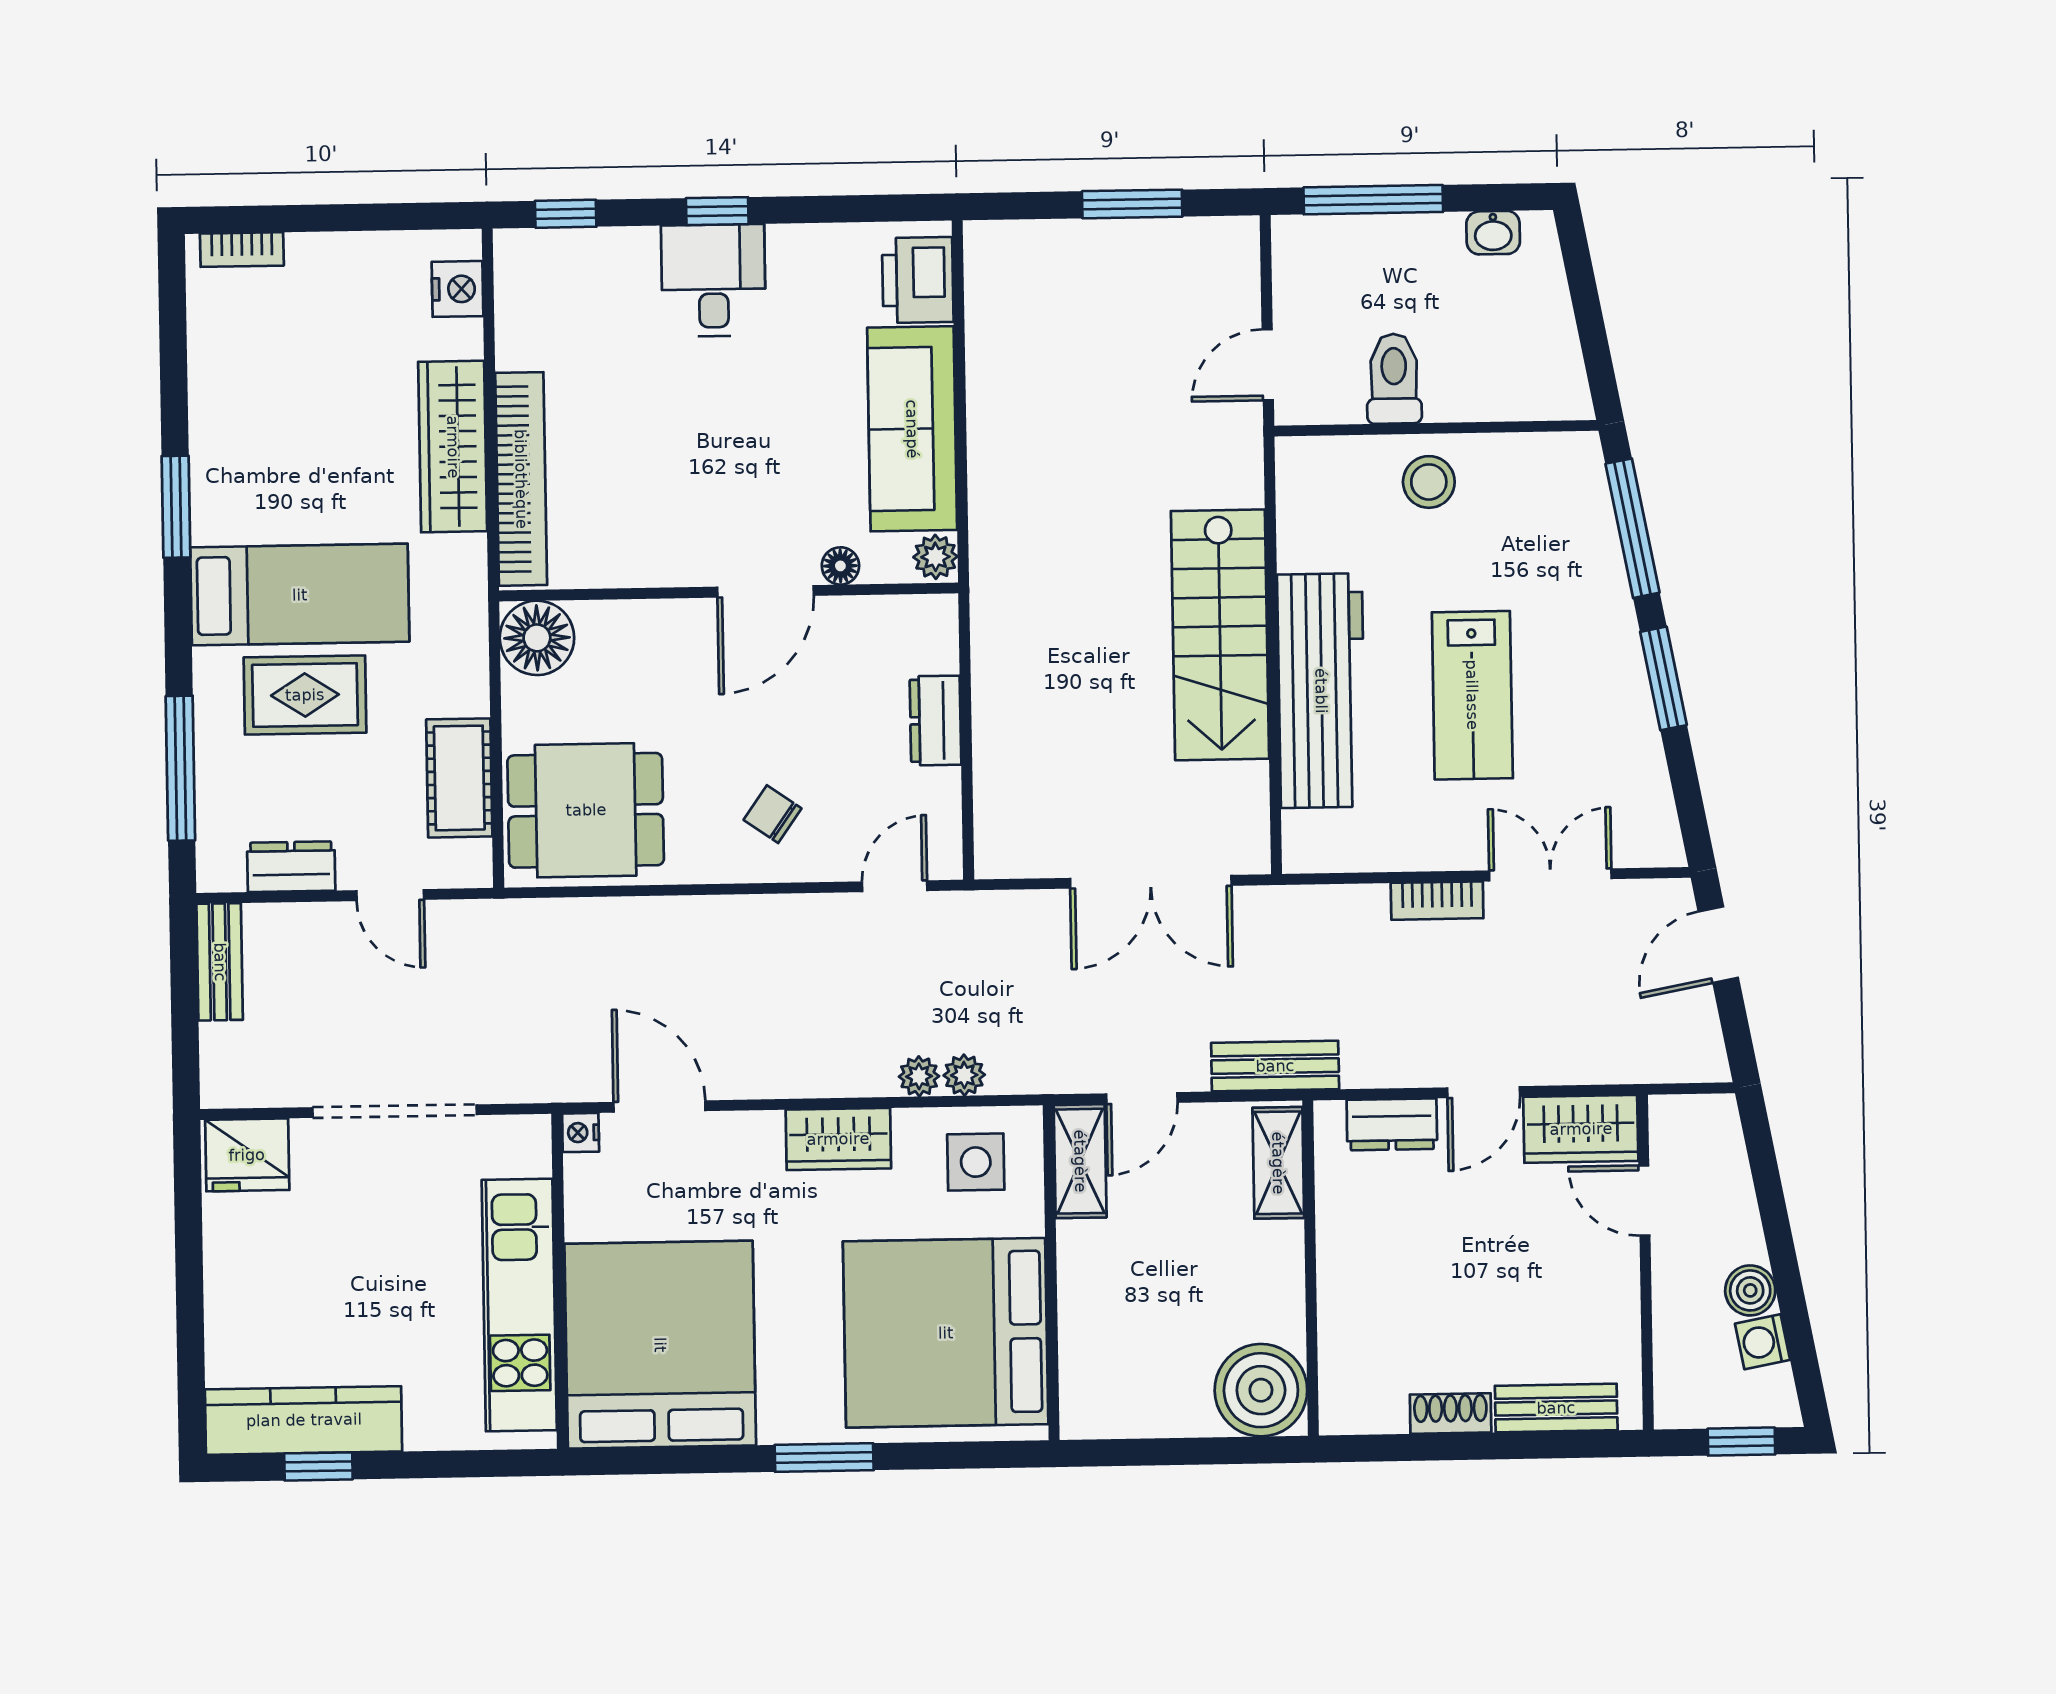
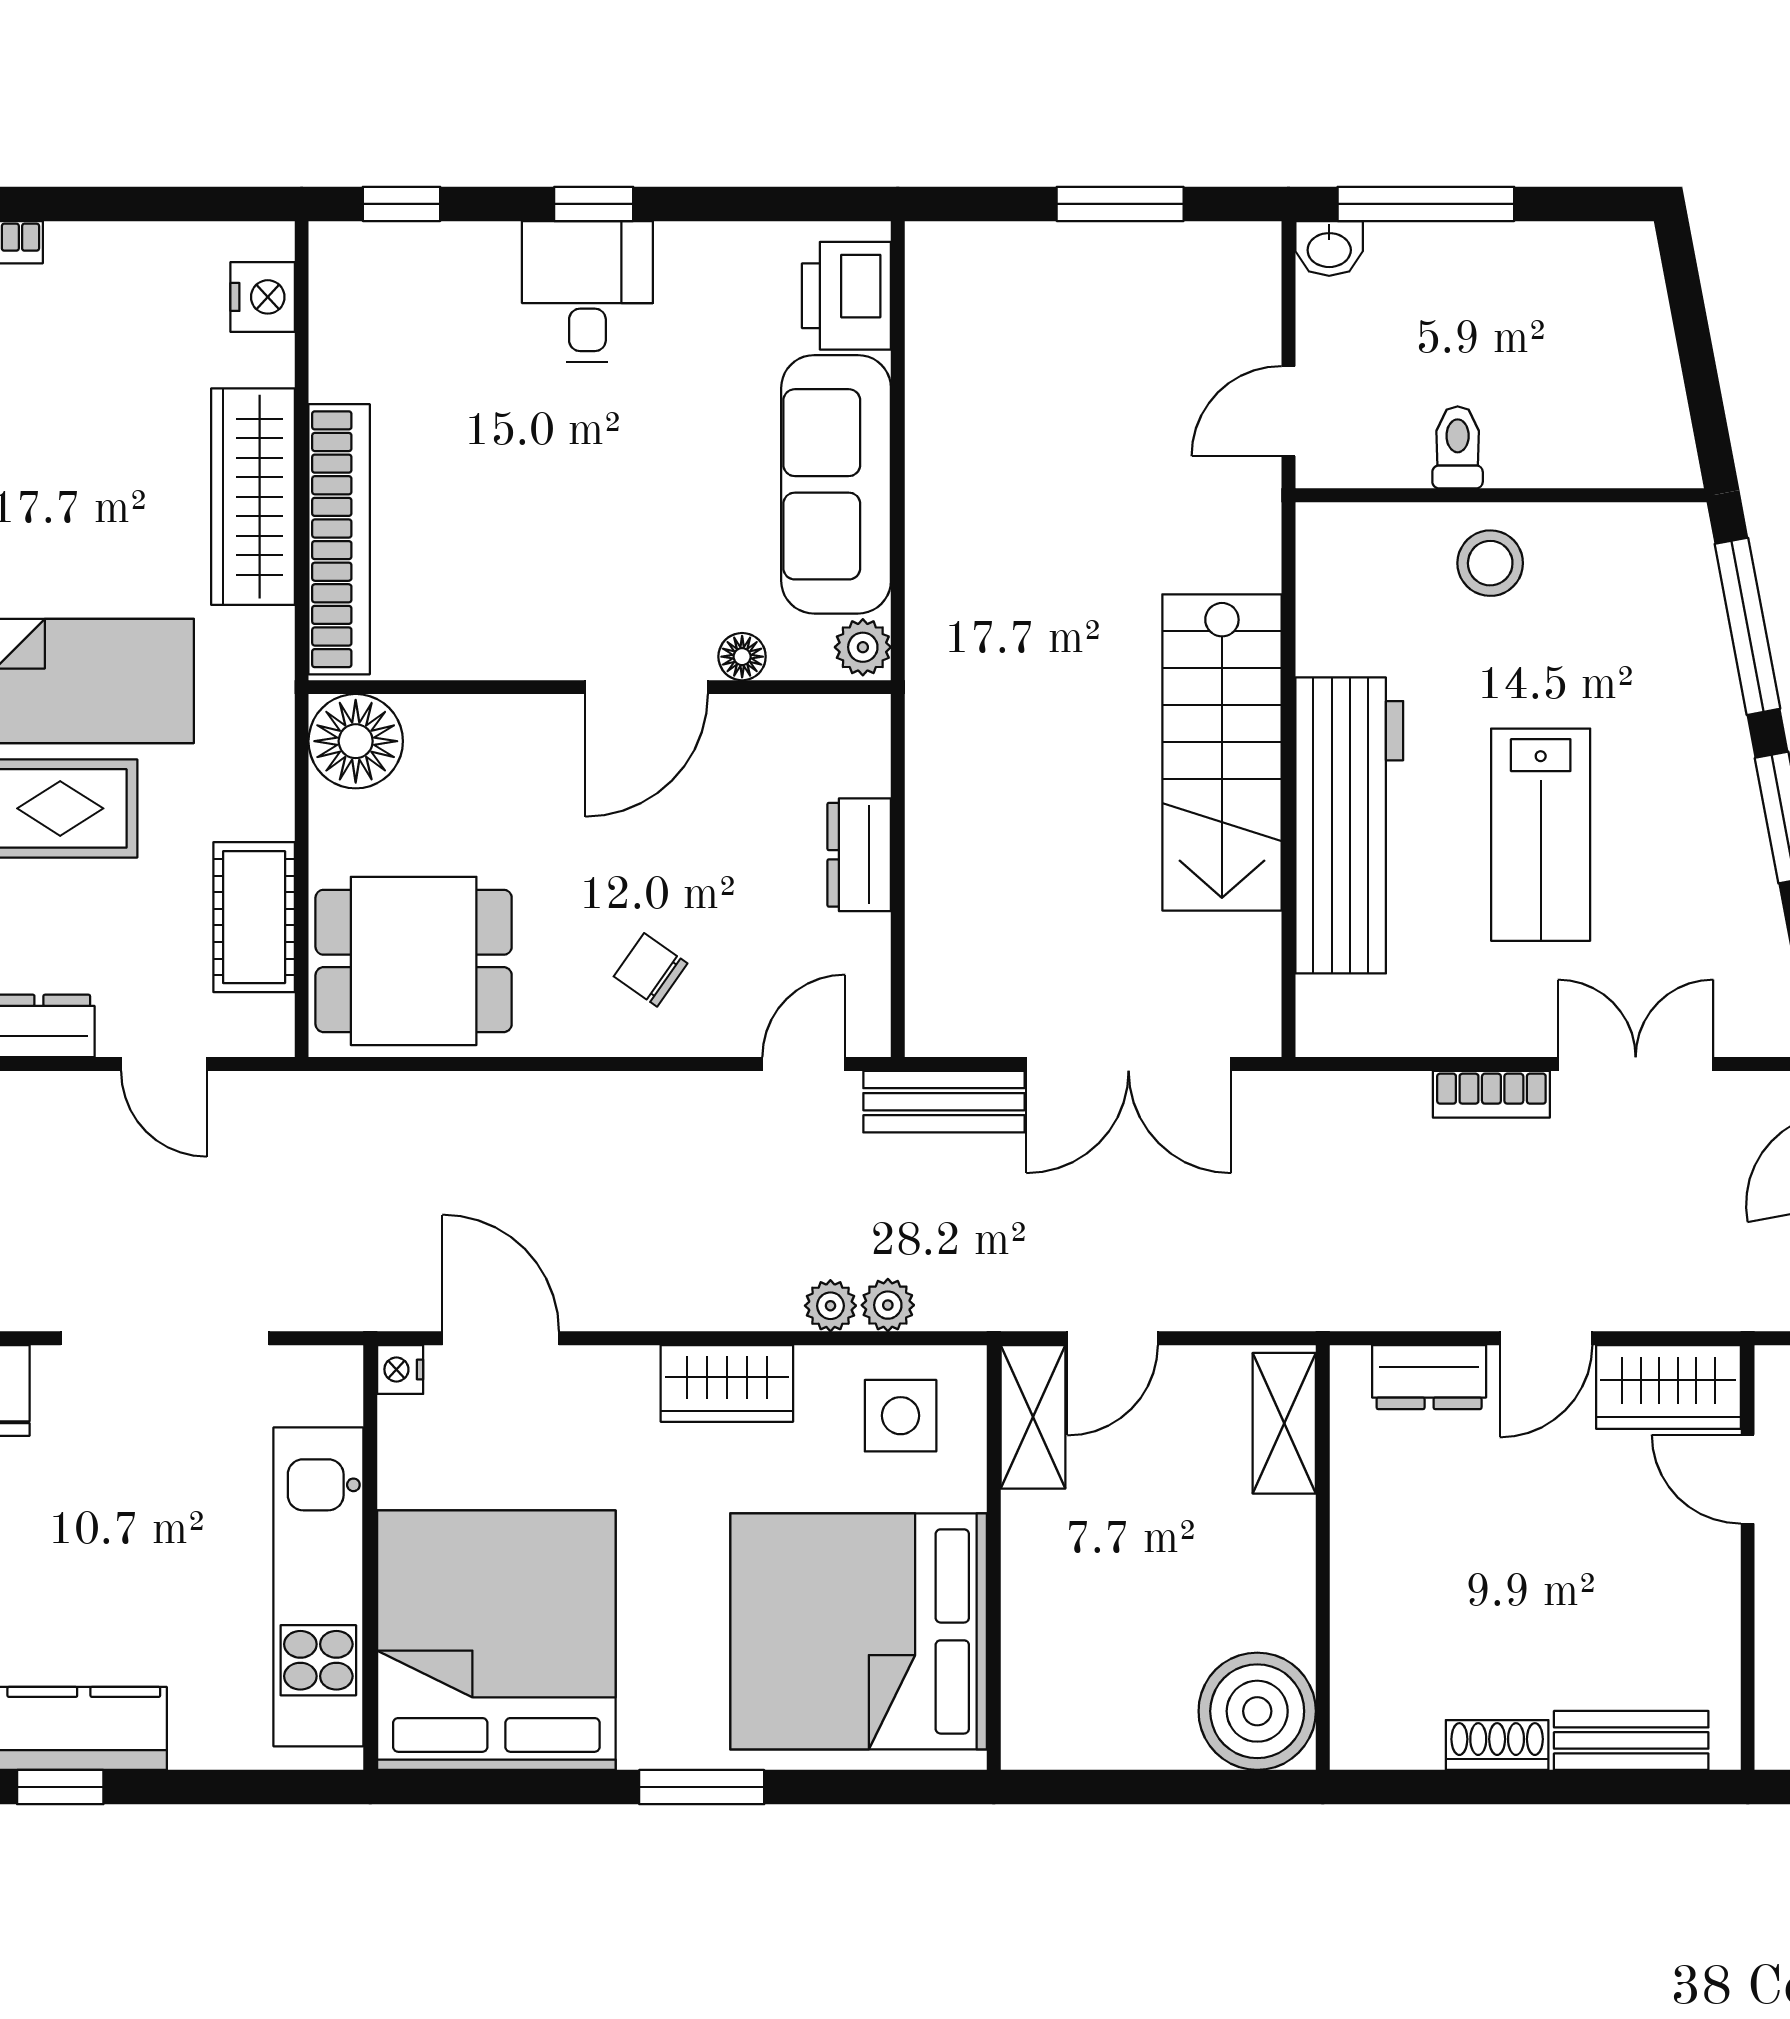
washbasin: (1493, 233) -> (1329, 248), moved
toilet: (1394, 379) -> (1458, 447), width x0.73, depth x0.72
bench: (1275, 1066) -> (944, 1102), moved

